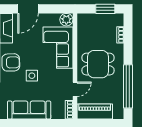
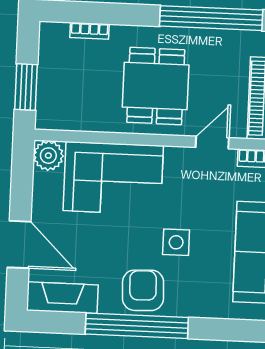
window: (105, 9) -> (26, 87), moved
door: (75, 89) -> (212, 143), hinge flipped

